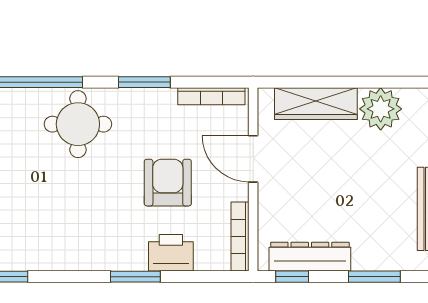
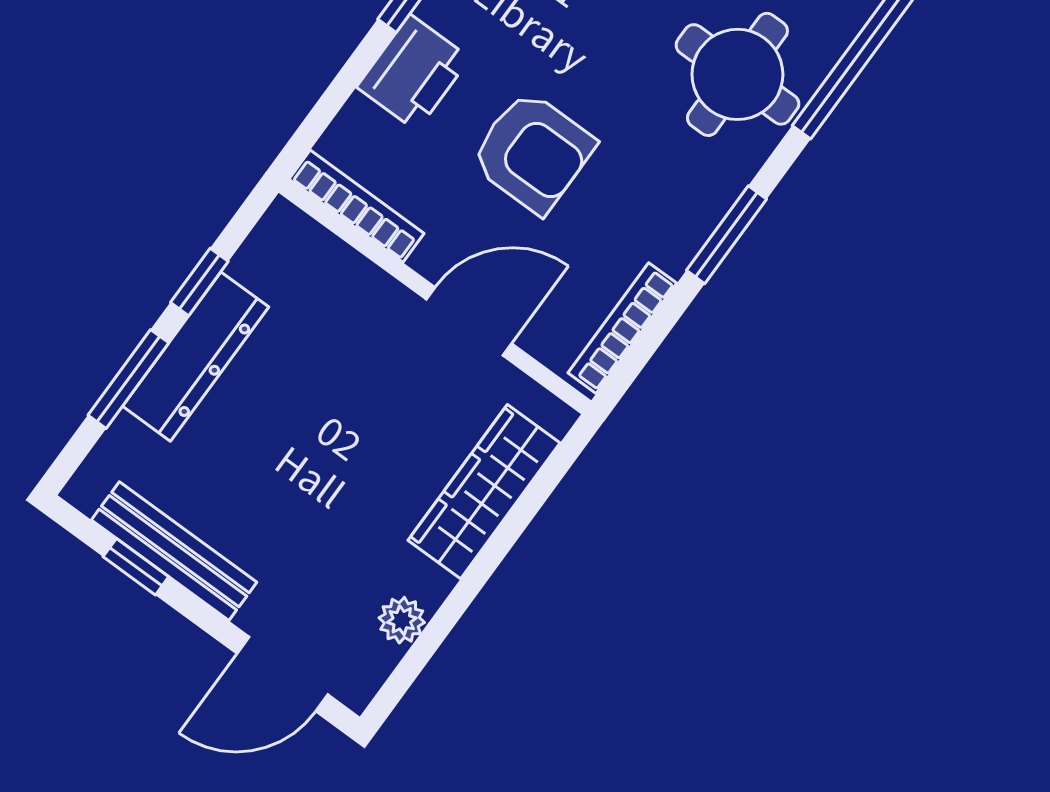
plant: (381, 109) -> (402, 620), width x0.53, depth x0.53
dresser: (310, 257) -> (196, 357), moved
window: (292, 277) -> (199, 282), moved

